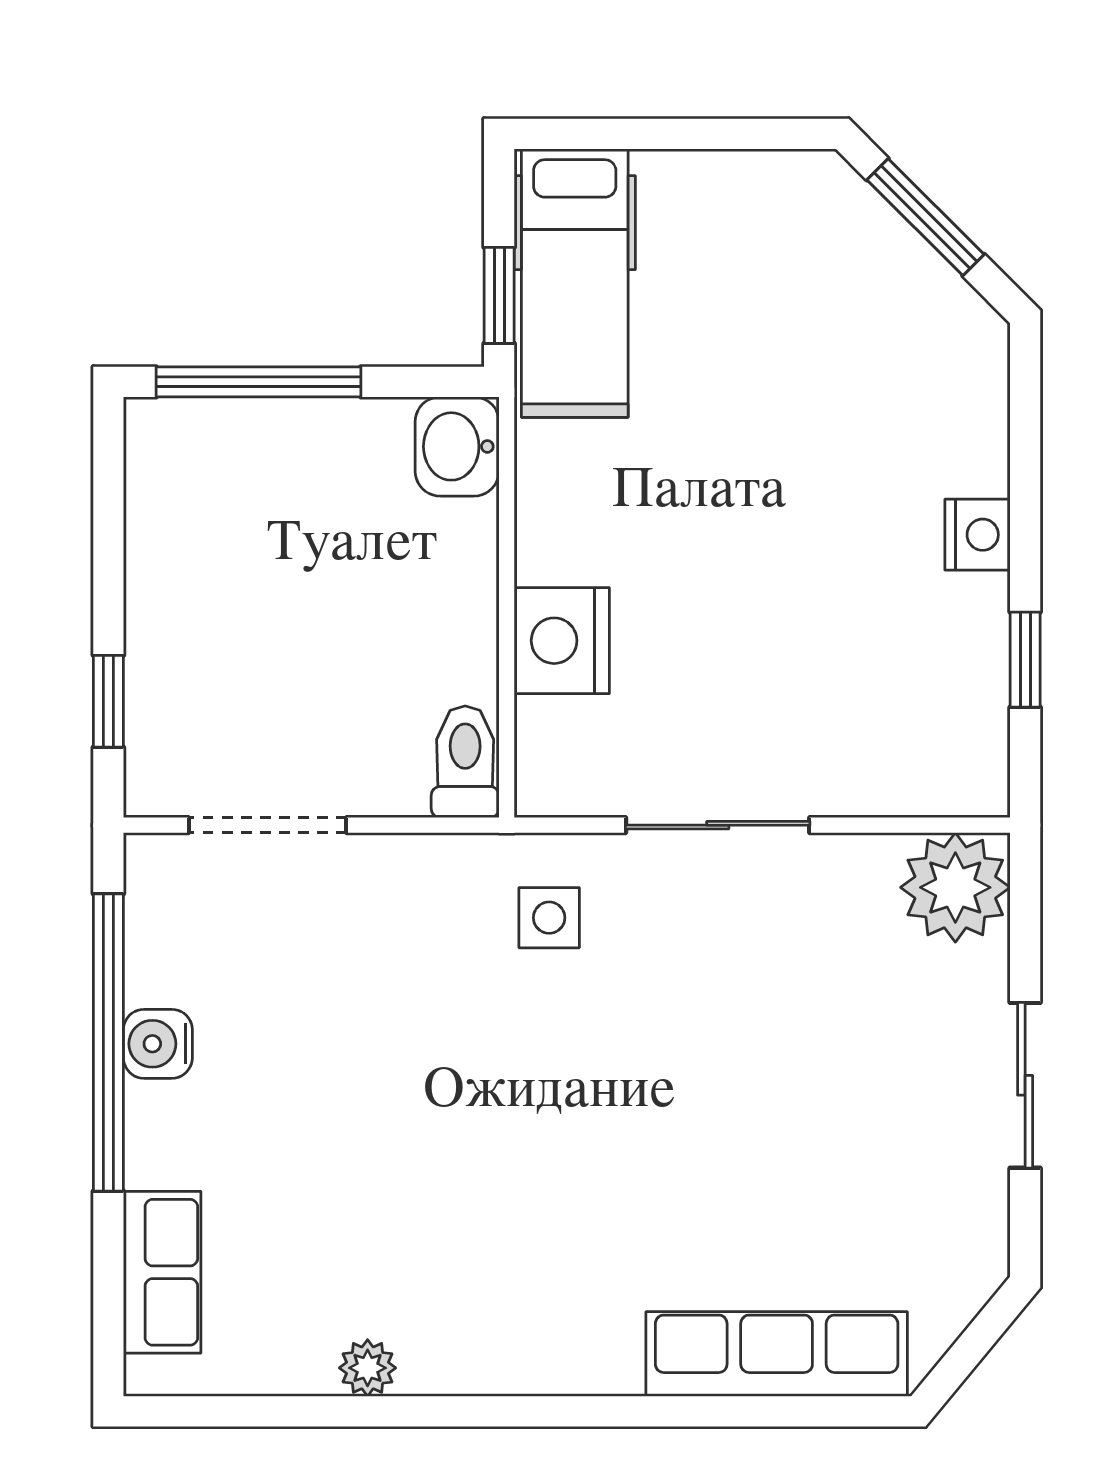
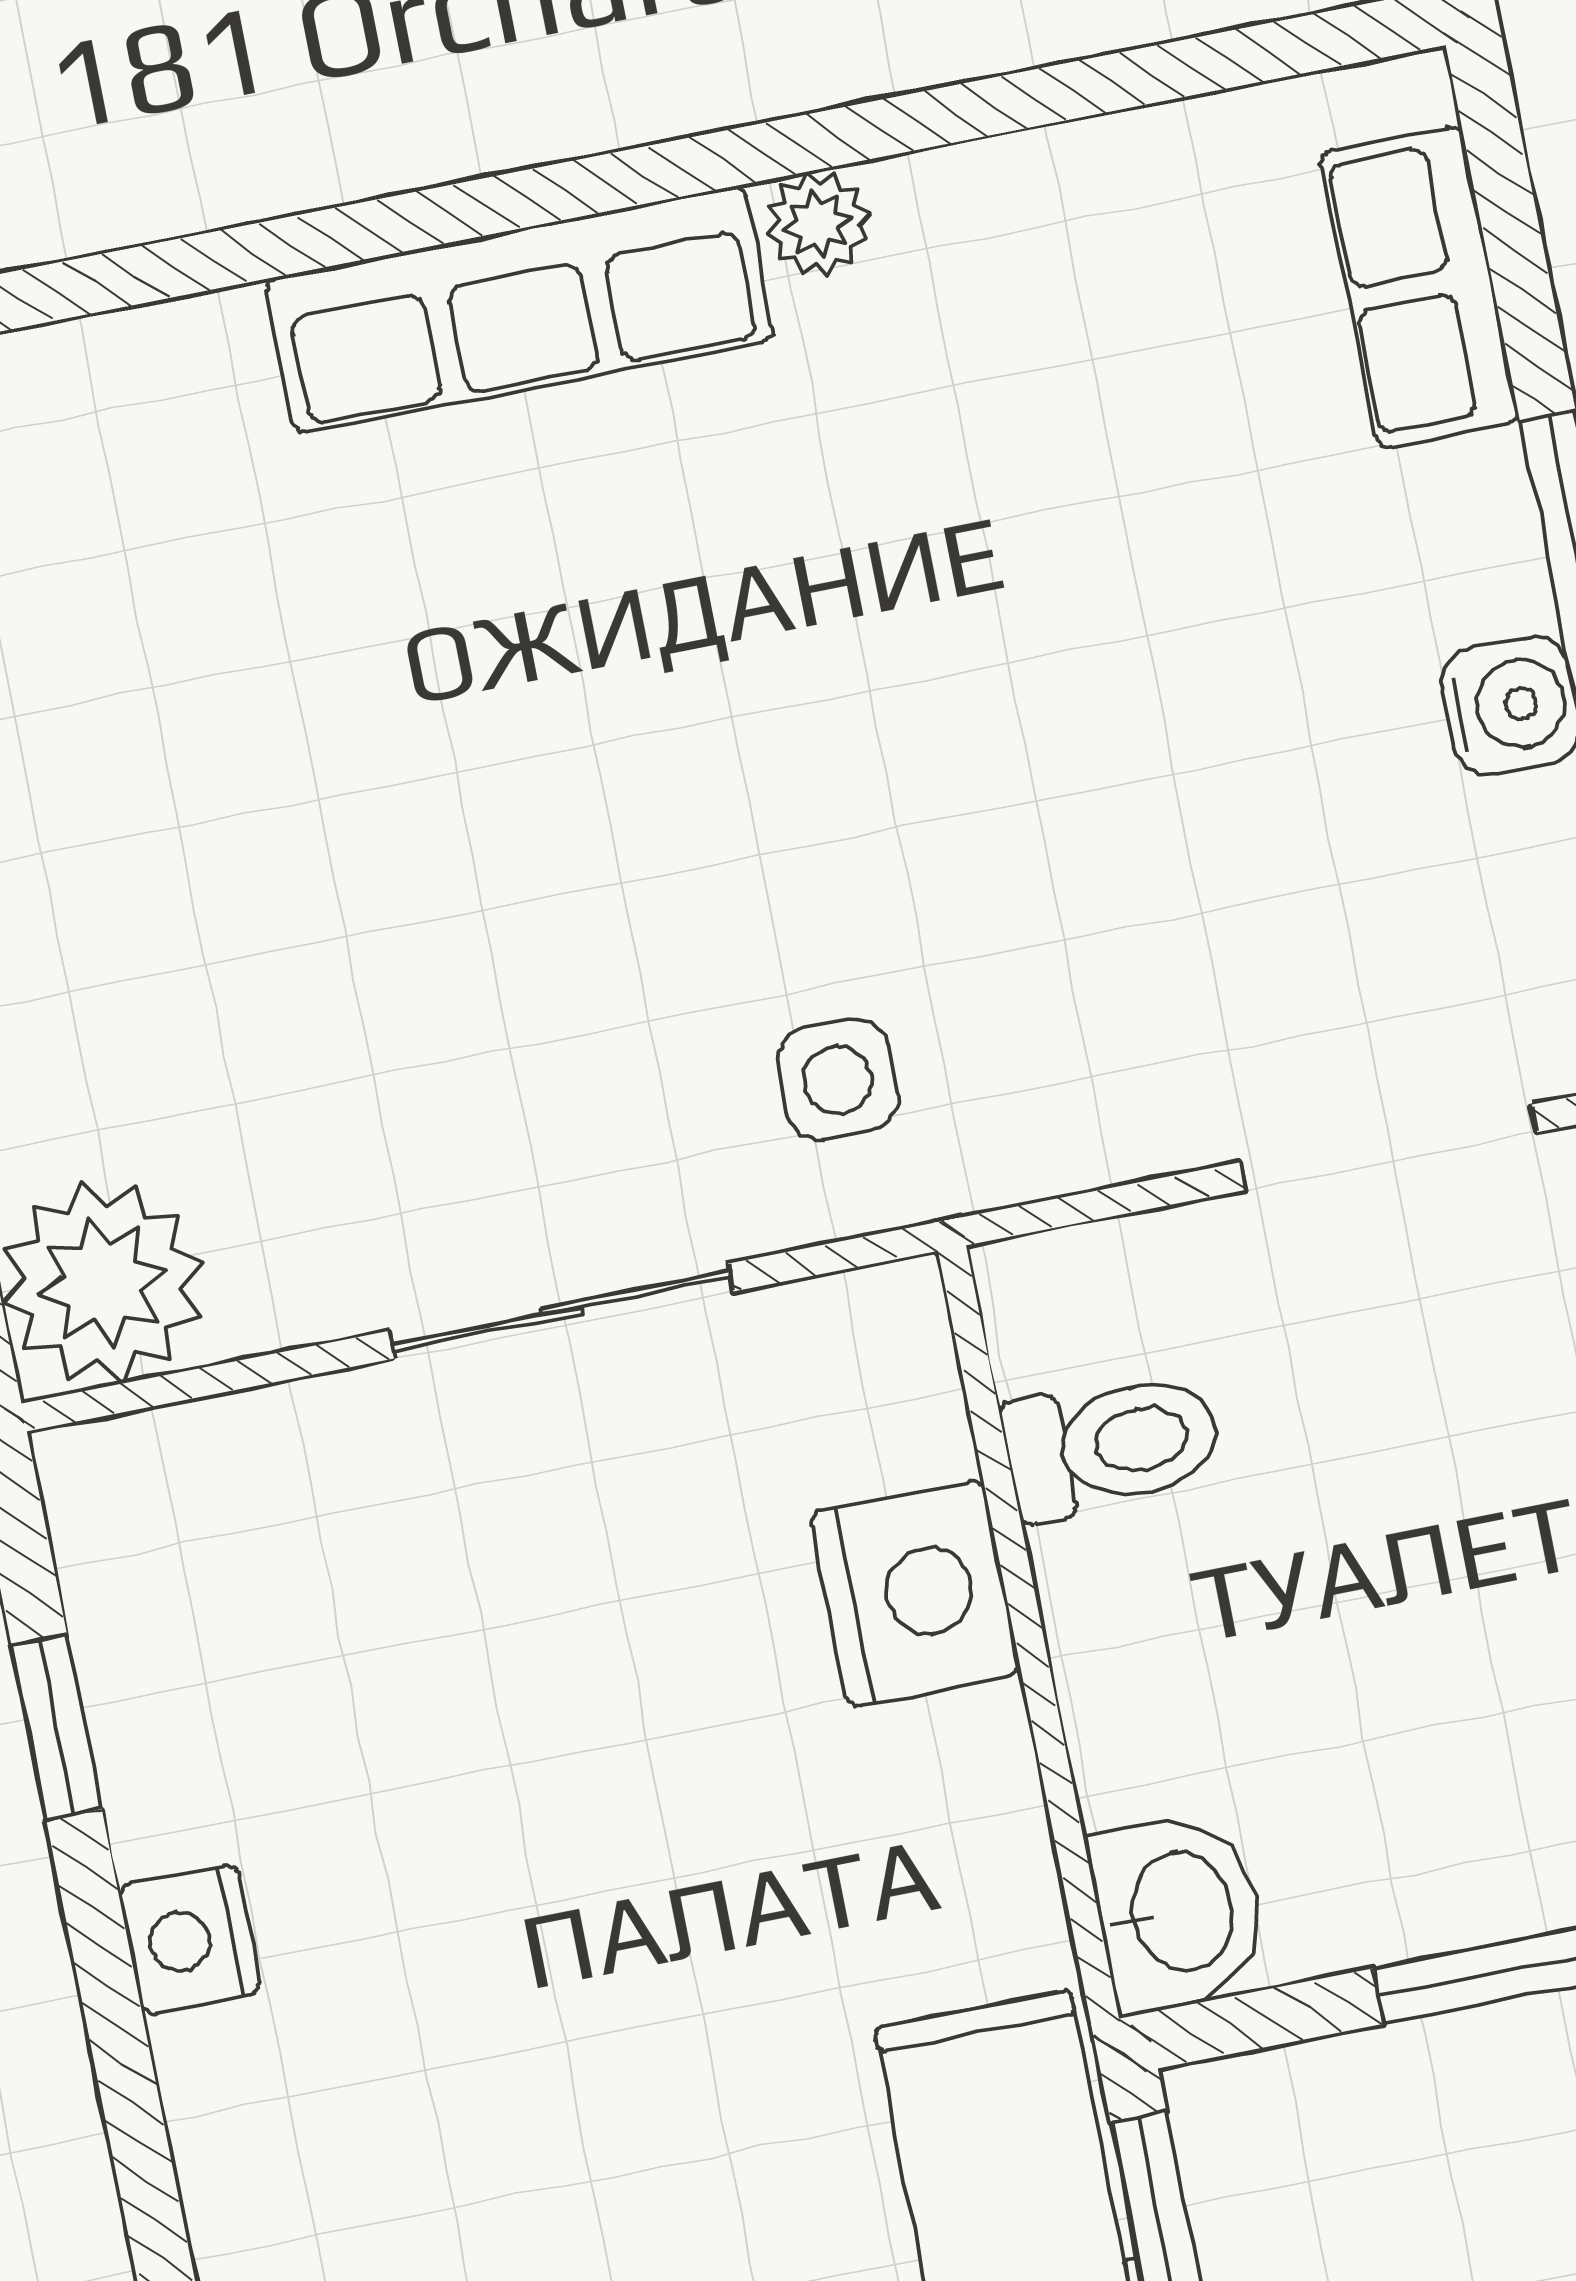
toilet: (465, 762) -> (1112, 1445), moved, turned -90
row of seats: (777, 1354) -> (520, 309), moved
plant: (368, 1368) -> (818, 224), moved

